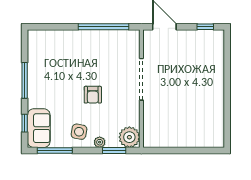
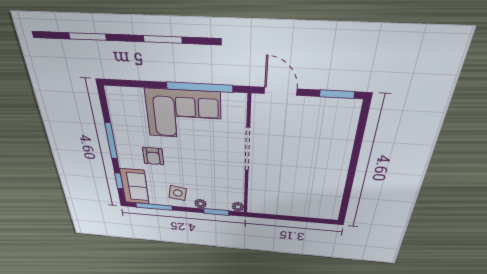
window: (205, 27) -> (337, 94), width x1.50
corner sofa: (90, 51) -> (184, 114), added
armchair: (93, 95) -> (153, 156), moved
plant: (129, 137) -> (238, 207), width x0.53, depth x0.53

